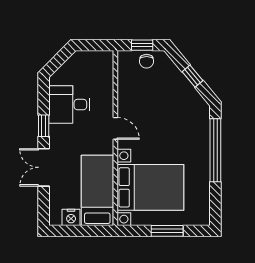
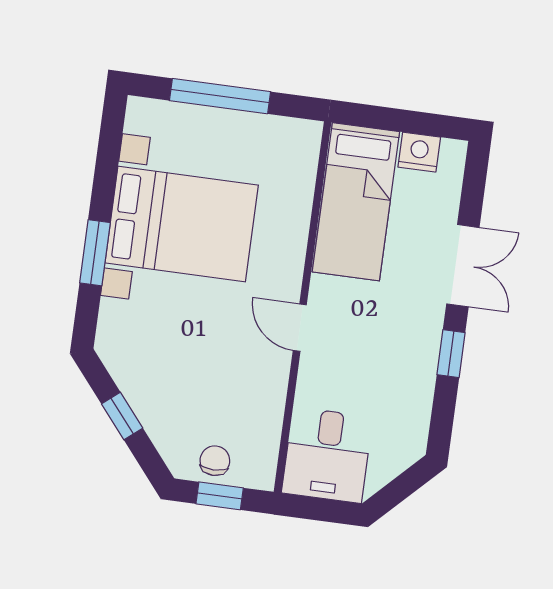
desk: (69, 105) -> (327, 455), moved, turned 90
window: (215, 150) -> (95, 253), width x0.47
bed with nightstands: (150, 187) -> (182, 224), moved, turned 180
window: (167, 231) -> (220, 96), width x1.44

